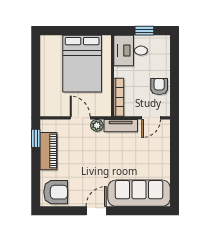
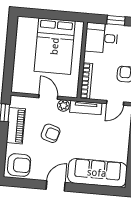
armchair: (86, 156) -> (51, 133), added

